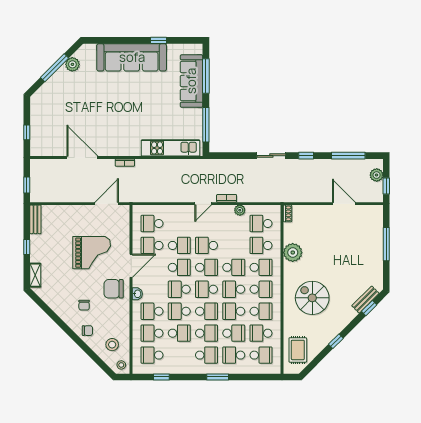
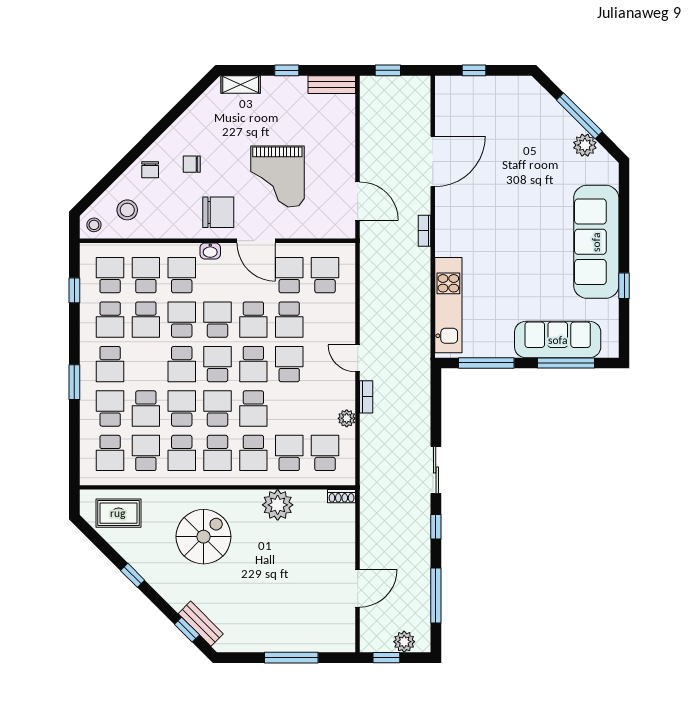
chair: (114, 289) -> (218, 212), turned 90
school desk: (207, 333) -> (110, 320), moved

